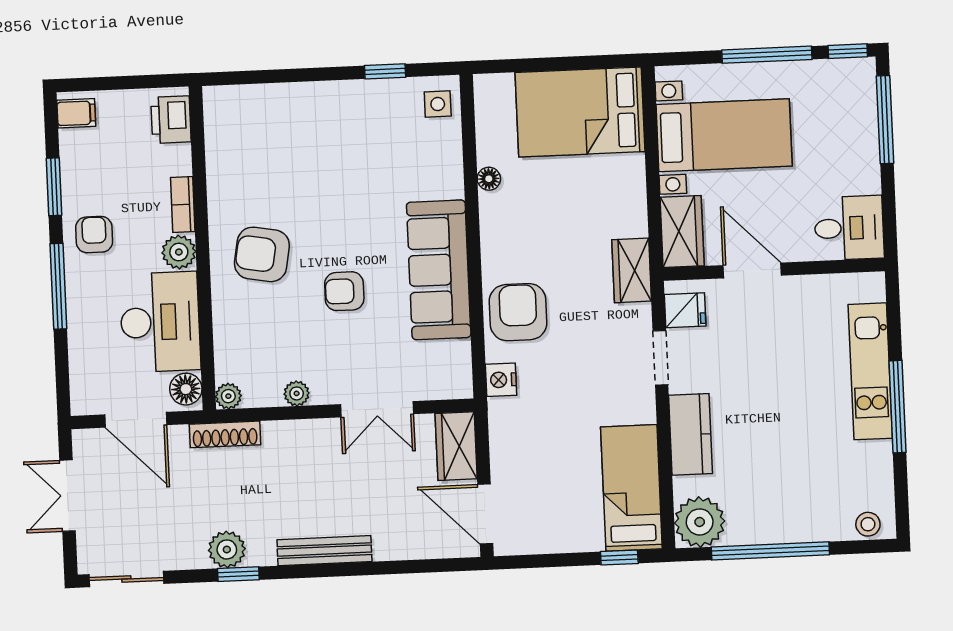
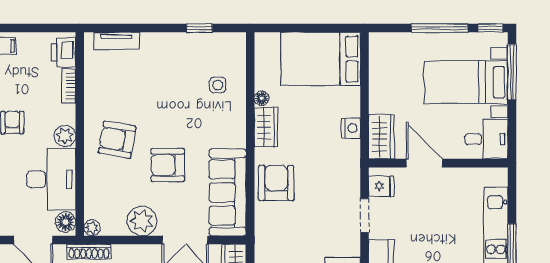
tv unit: (254, 97) -> (116, 41), added
side table: (438, 104) -> (218, 85), moved
bed with nightstands: (724, 135) -> (466, 82), moved, turned 180
bookcase: (183, 205) -> (69, 86), moved
sofa: (439, 270) -> (228, 192), moved
wardrobe: (632, 270) -> (266, 127), moved, turned 180
armchair: (344, 291) -> (168, 165), width x1.38, depth x1.38
nightstand: (501, 380) -> (351, 128), moved, turned 180
plant: (297, 393) -> (142, 221), width x1.87, depth x1.87

